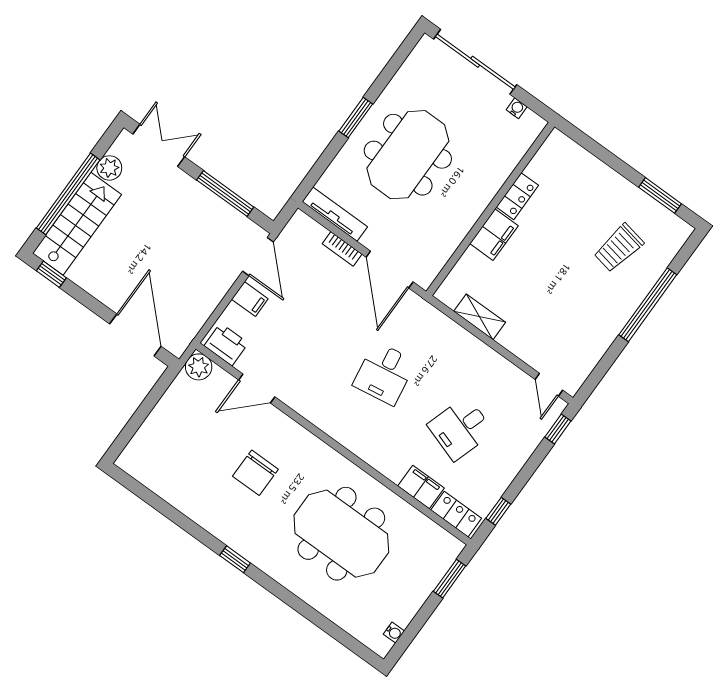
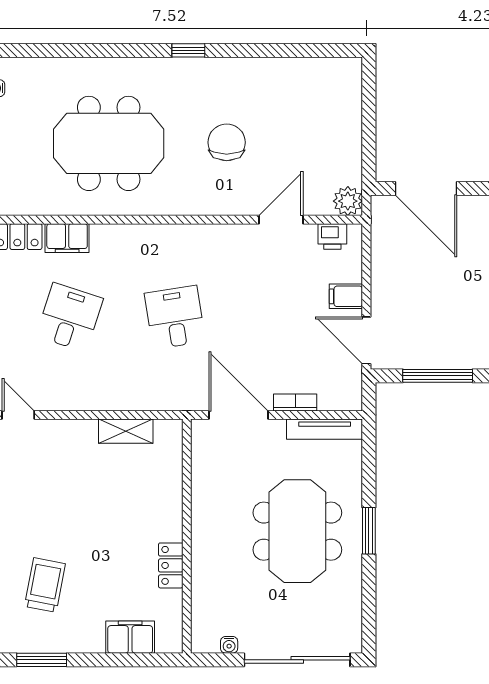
filing cabinet: (494, 235) -> (130, 637), moved, turned 90
printer: (226, 344) -> (332, 236), width x0.73, depth x0.81

